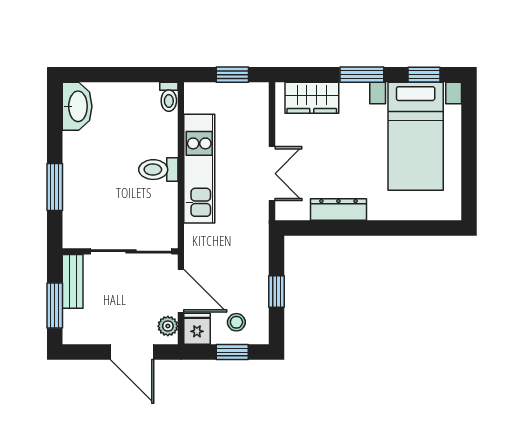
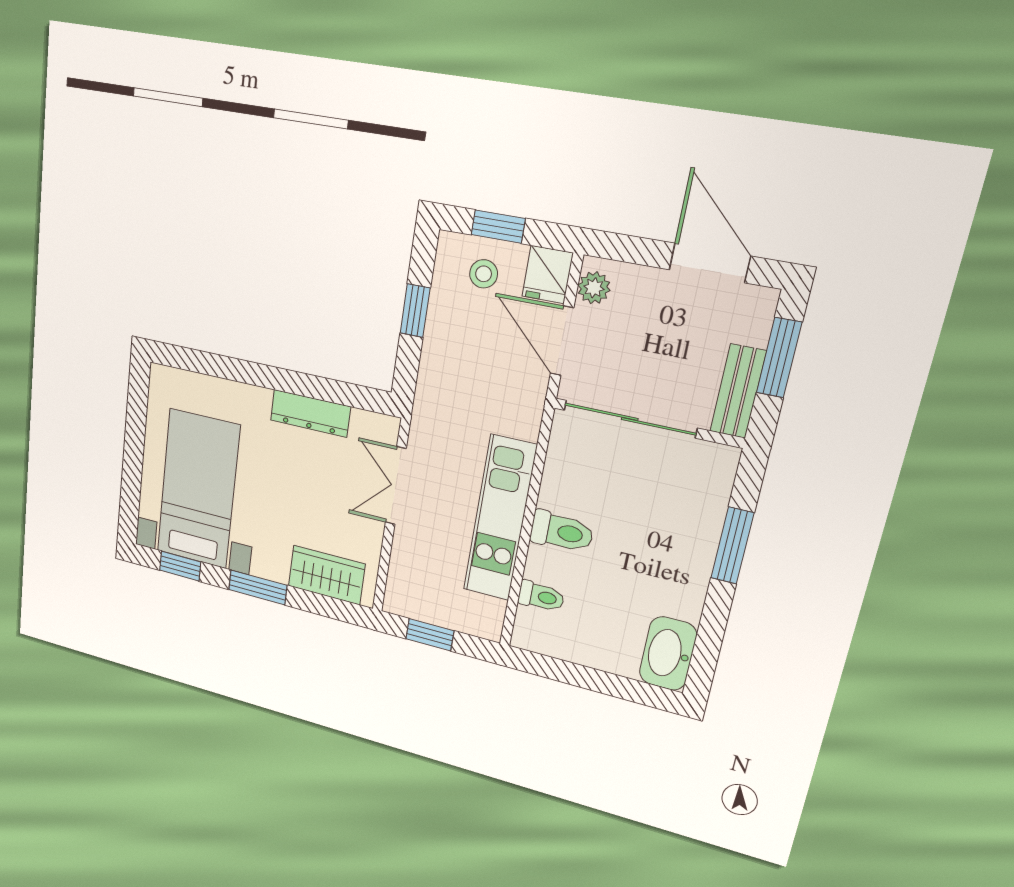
toilet: (169, 97) -> (541, 596), moved, turned 90
door: (132, 352) -> (710, 263), moved

